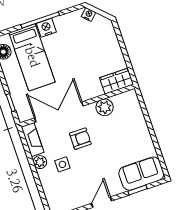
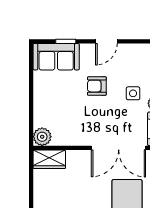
plant: (105, 107) -> (42, 137), moved
armchair: (80, 139) -> (97, 86), moved

